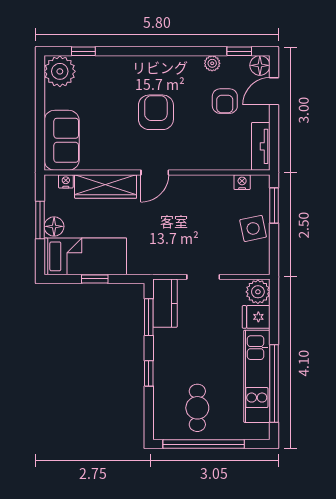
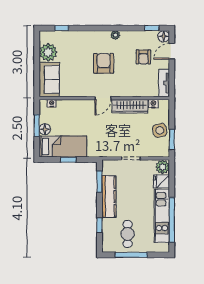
plant: (212, 63) -> (115, 35), moved
plant: (60, 71) -> (48, 52), moved
wardrobe: (106, 186) -> (130, 106), moved
window: (274, 205) -> (172, 140), moved
kitchen counter: (165, 303) -> (109, 196), moved, width x1.50
window: (149, 373) -> (99, 225), moved
window: (204, 444) -> (131, 255), width x0.68

